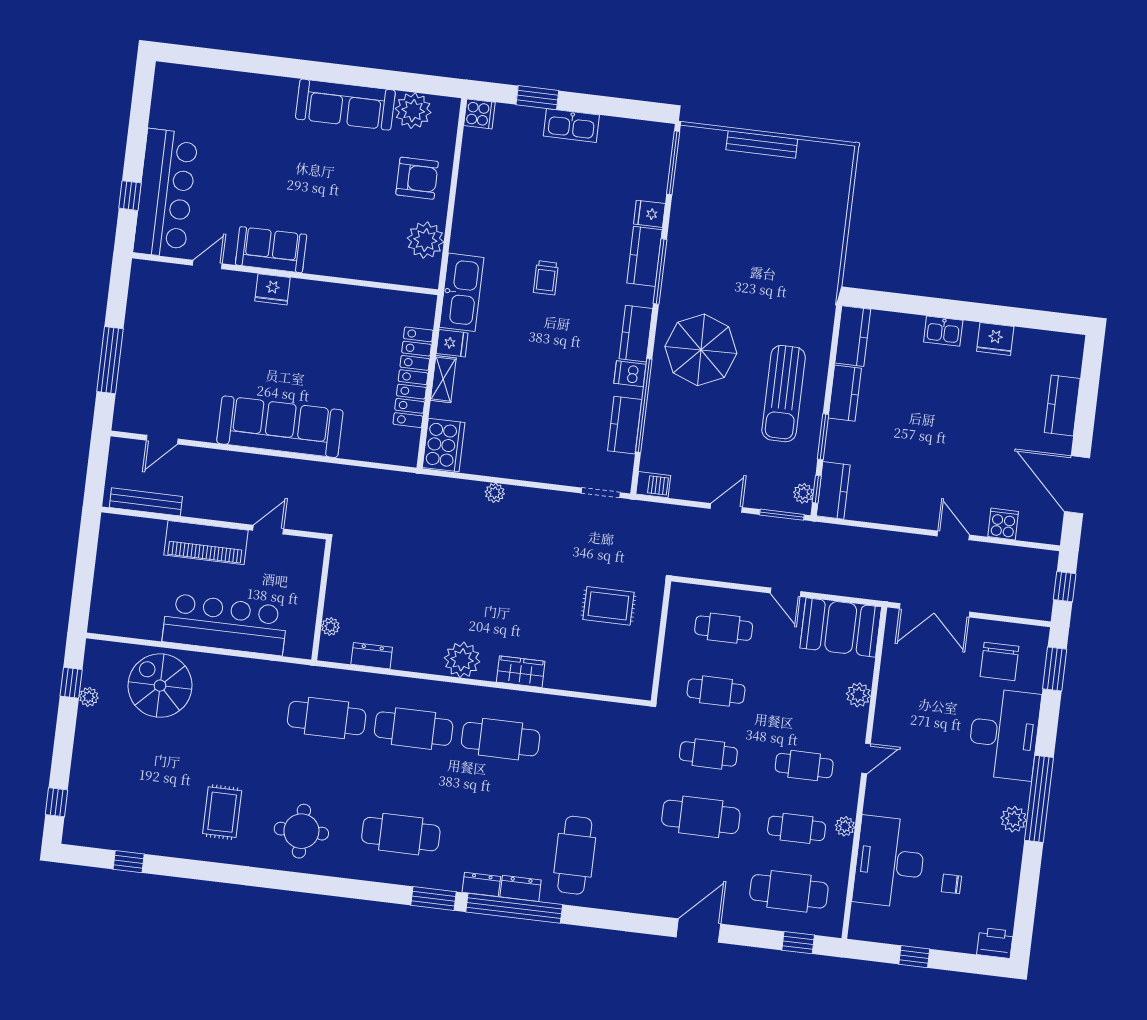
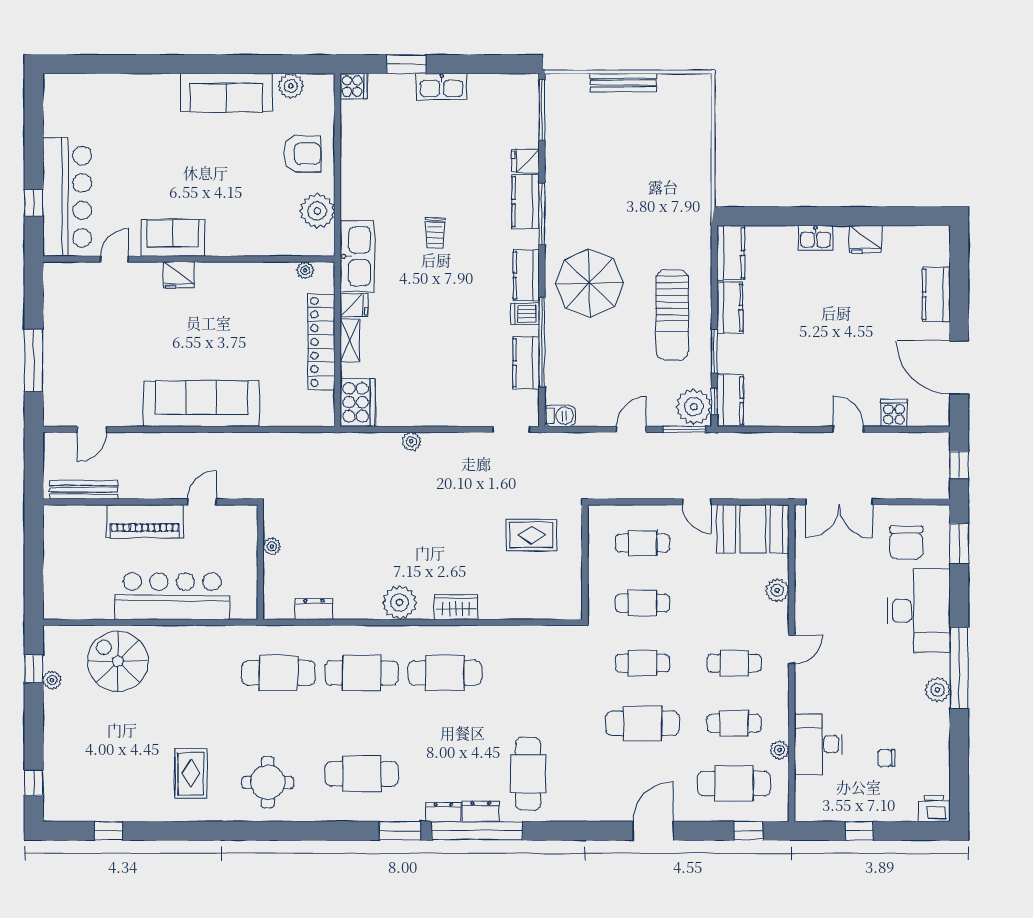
plant: (413, 111) -> (291, 86), width x0.73, depth x0.73
plant: (405, 300) -> (305, 270), added
plant: (803, 493) -> (694, 407), width x1.88, depth x1.88
plant: (330, 626) -> (272, 546), moved
plant: (845, 826) -> (779, 750), moved
desk: (890, 862) -> (818, 744), width x0.73, depth x0.77

